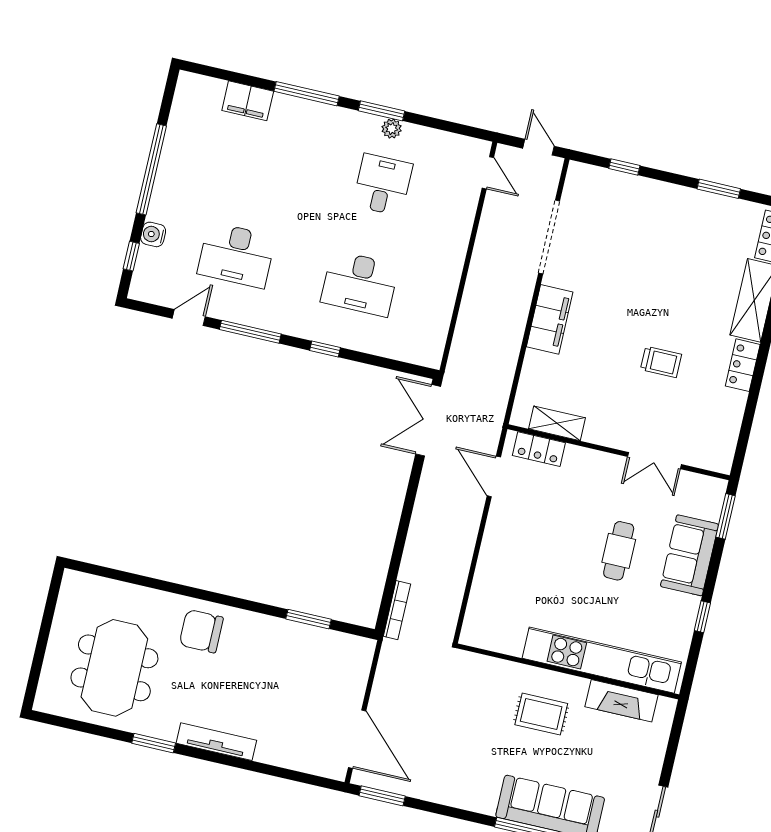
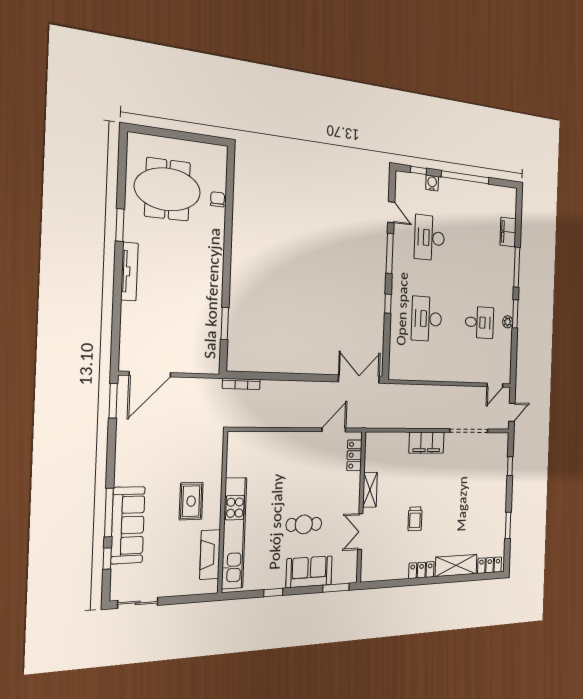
shelving: (557, 423) -> (370, 490), moved
chair: (201, 631) -> (218, 199), moved, width x0.54, depth x0.54

